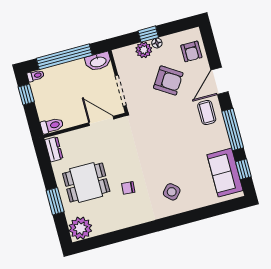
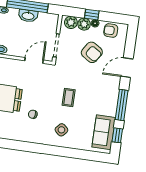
armchair: (191, 51) -> (111, 31), moved, turned 90
plant: (127, 55) -> (71, 22), added
washbasin: (98, 62) -> (28, 16), moved
coffee table: (207, 113) -> (69, 98), moved
door: (101, 121) -> (34, 60), hinge flipped

